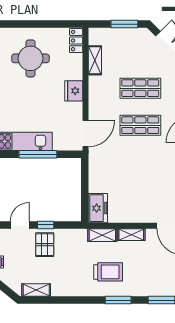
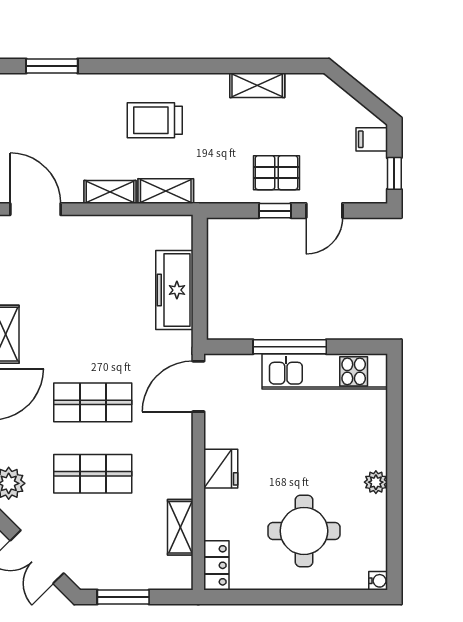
freezer: (98, 208) -> (174, 290), moved, width x1.40
pallet: (45, 245) -> (276, 173), turned 90
shelving: (36, 290) -> (257, 85), moved
window: (118, 300) -> (135, 66), removed

